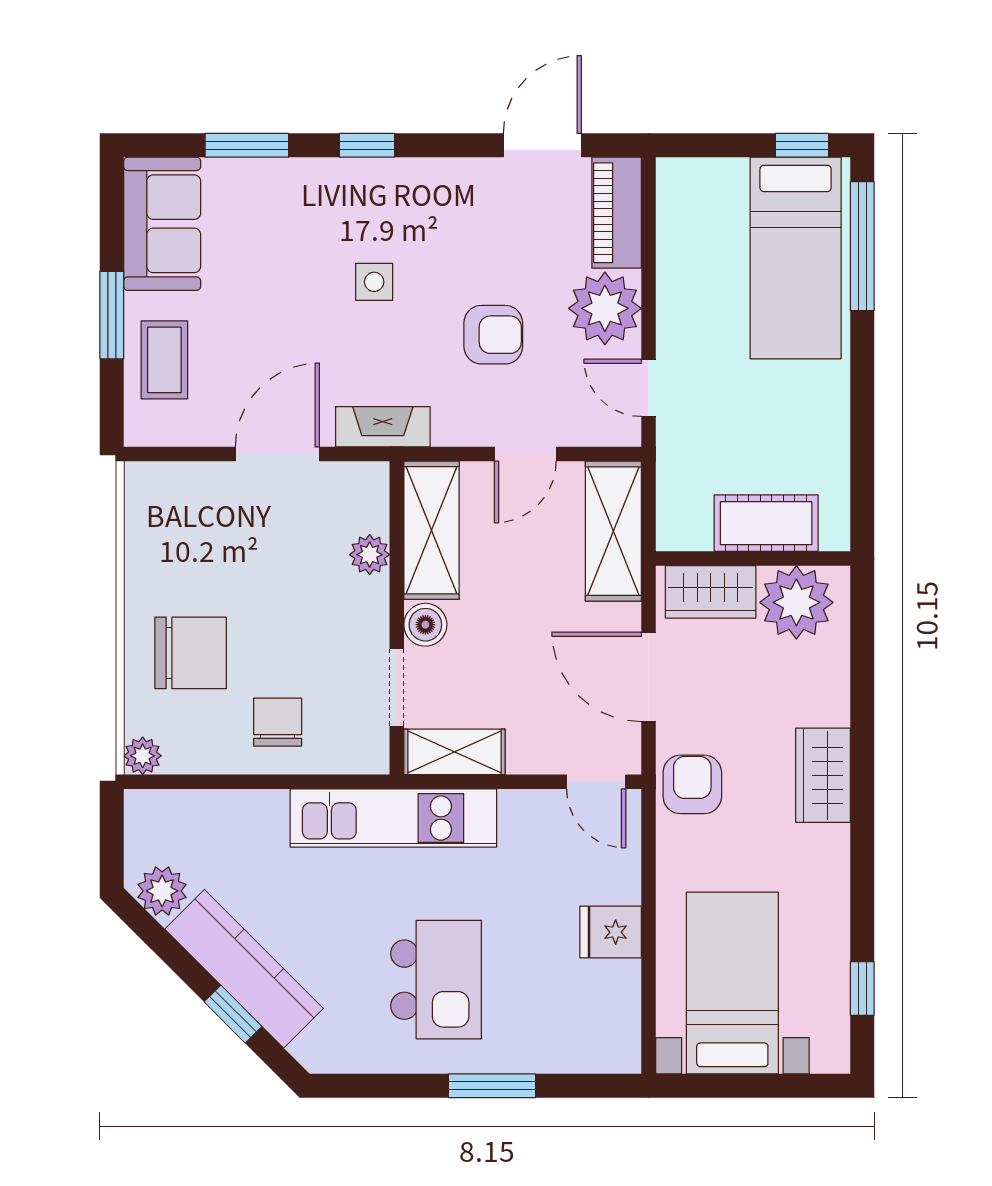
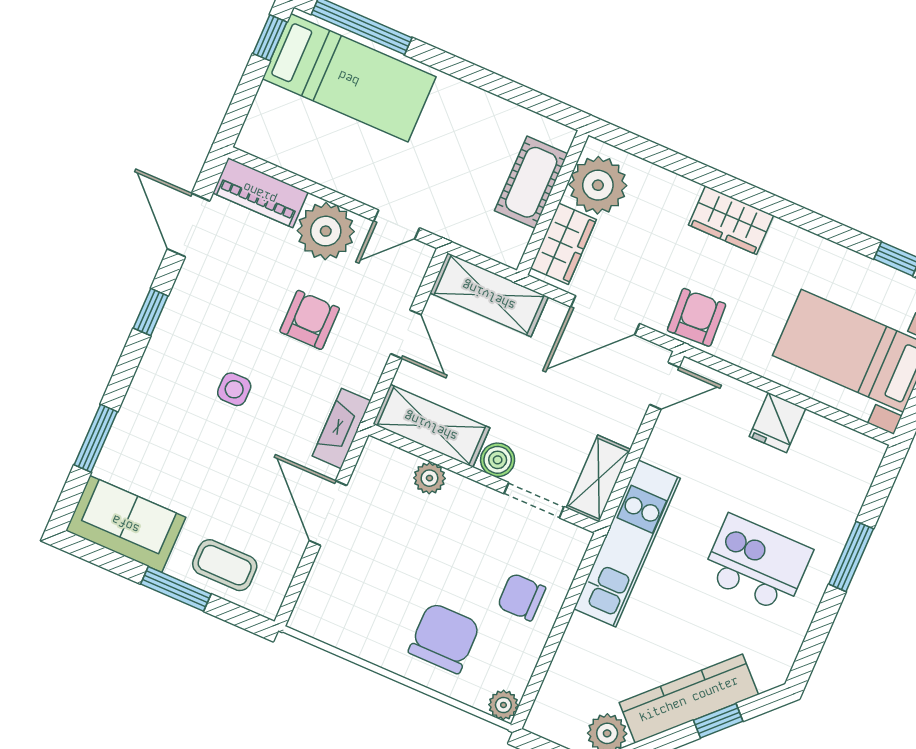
window: (367, 145) -> (151, 312), moved
armchair: (692, 784) -> (697, 317), turned 87

